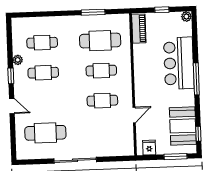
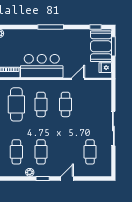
bar counter: (179, 63) -> (42, 66), moved, turned 180
door: (134, 115) -> (78, 79), hinge flipped
booth: (183, 126) -> (101, 46), moved, turned 90
cafe table: (45, 133) -> (90, 152), width x0.73, depth x0.74

